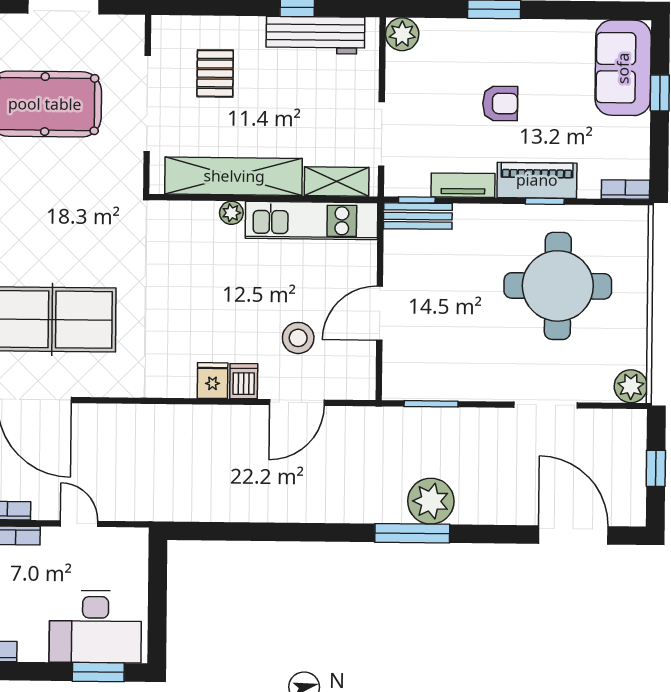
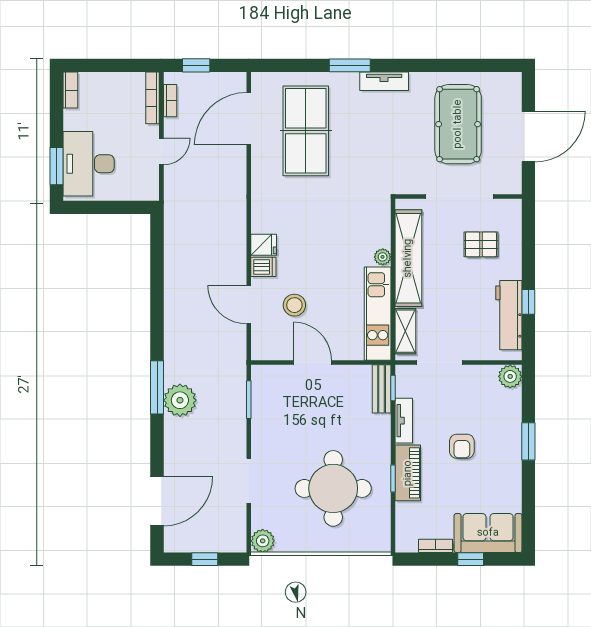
bookcase: (626, 189) -> (436, 546), moved, turned -90

